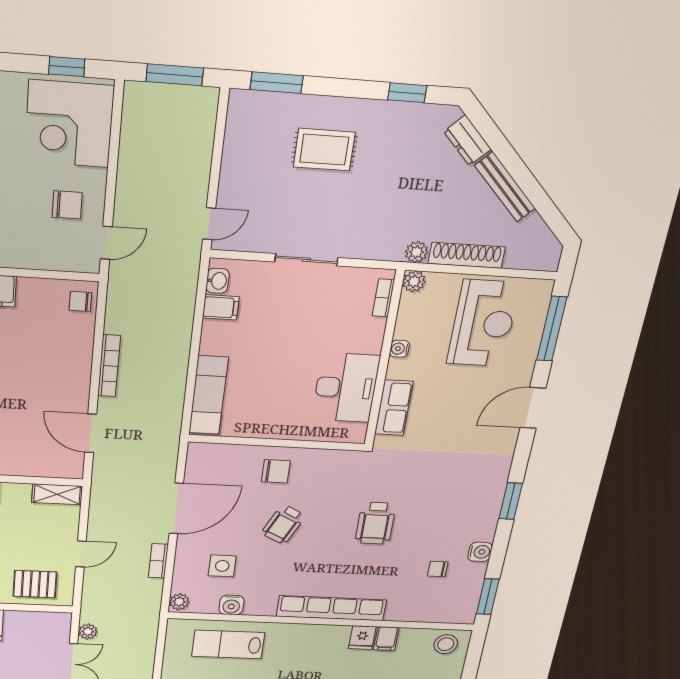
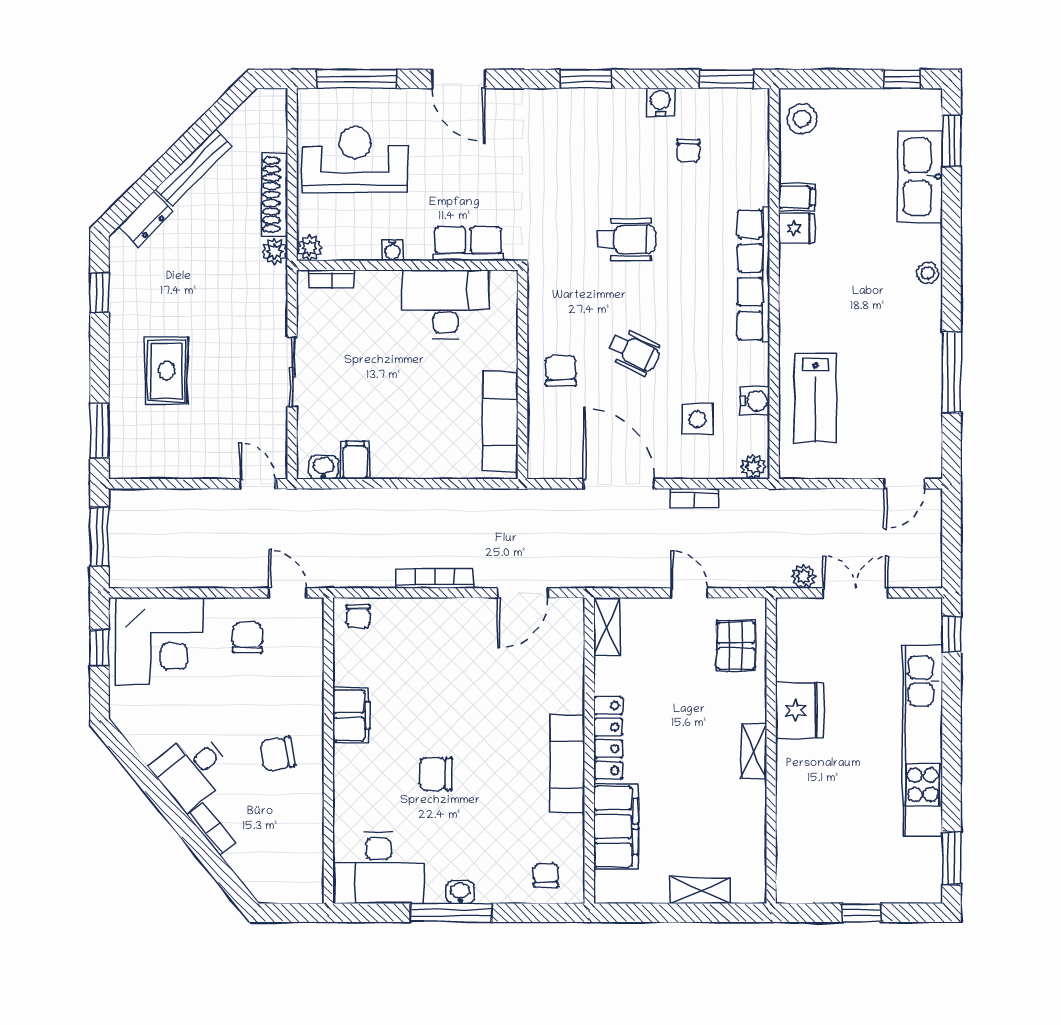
exam couch: (208, 395) -> (500, 421), moved, turned -90

